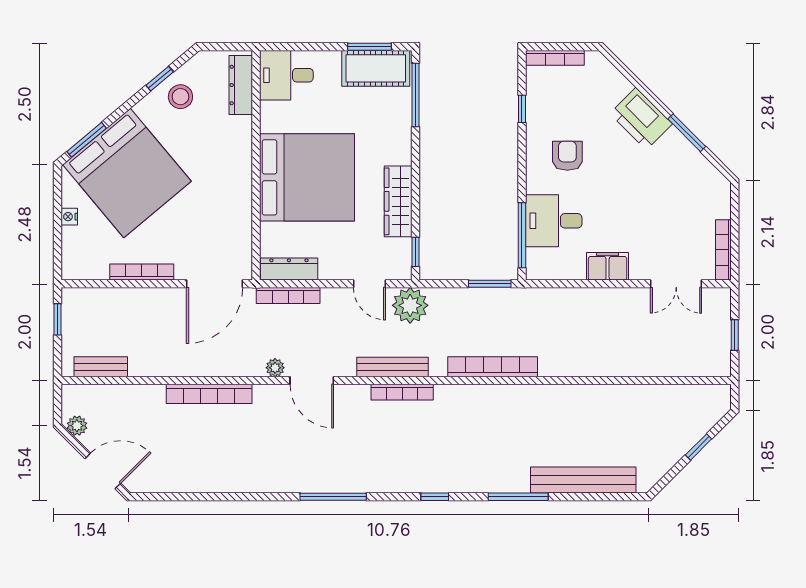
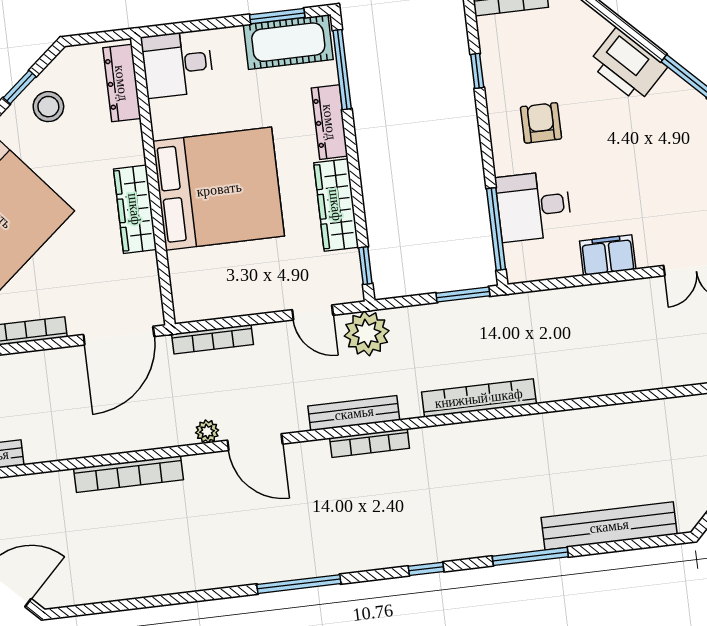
wardrobe: (239, 186) -> (135, 209), added
dresser: (289, 269) -> (330, 122), moved, turned -90

